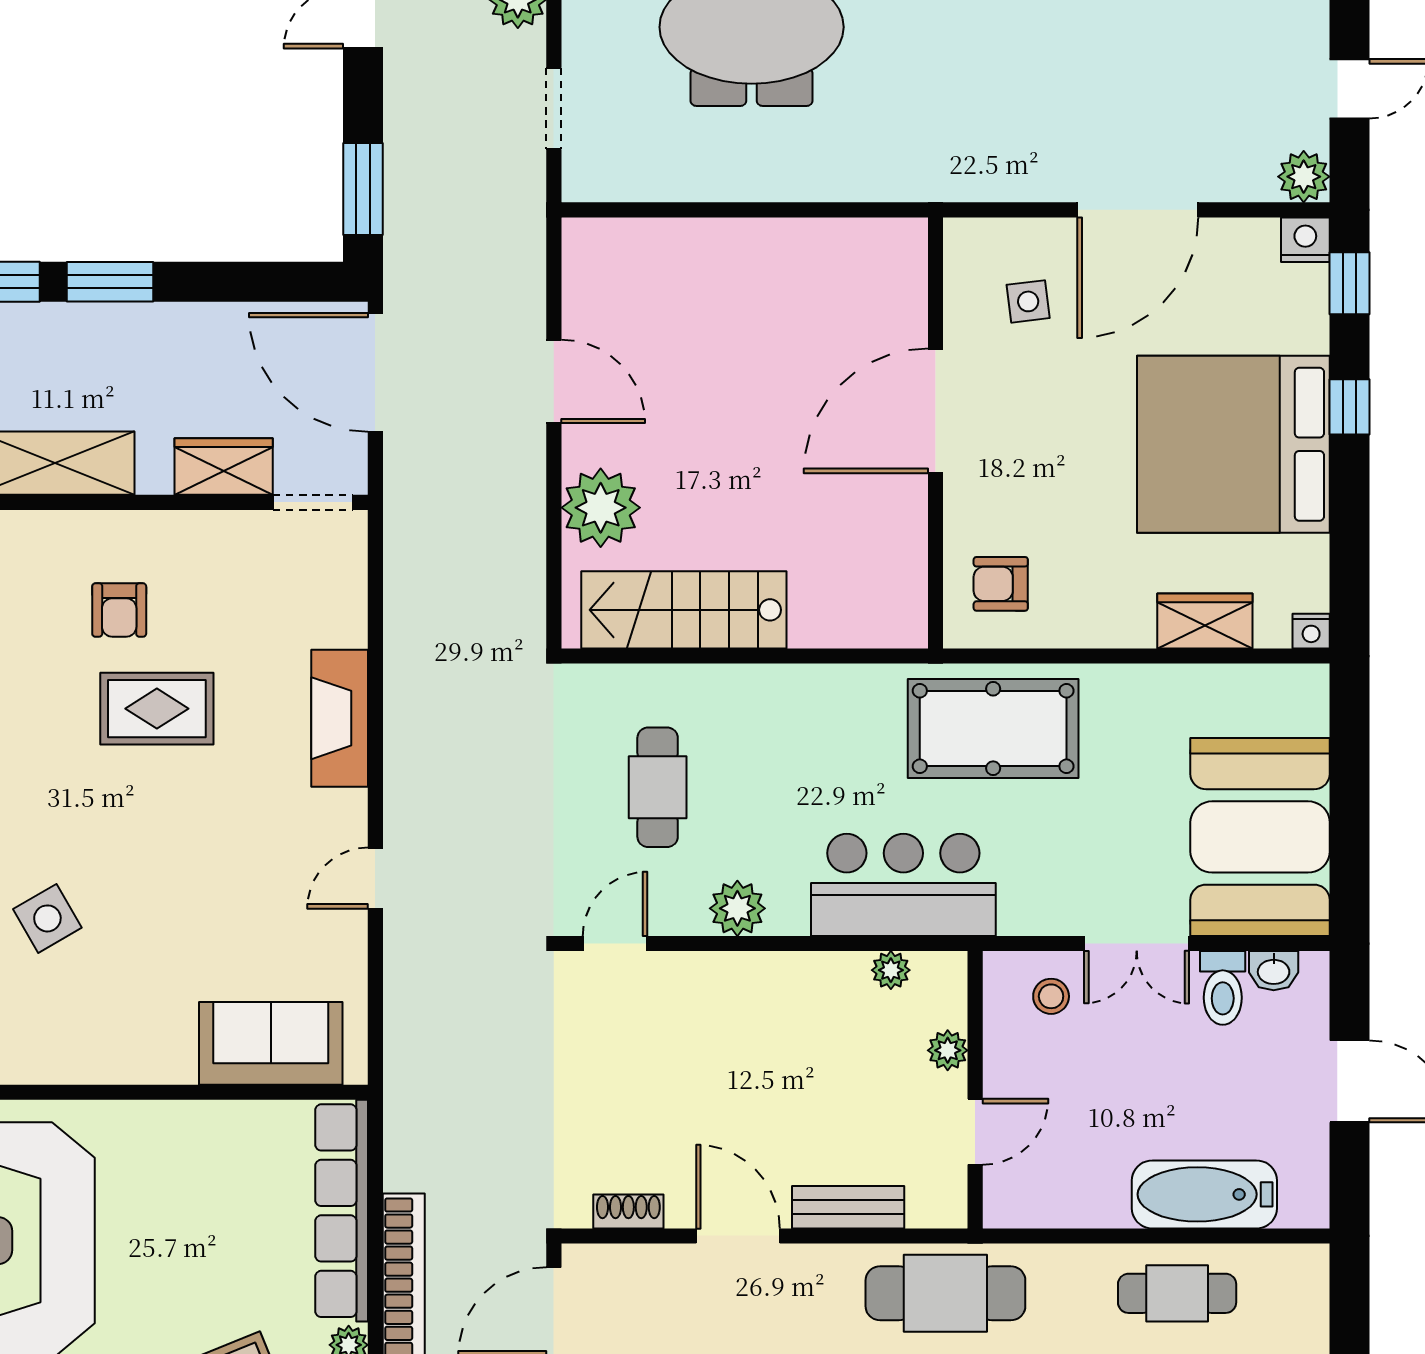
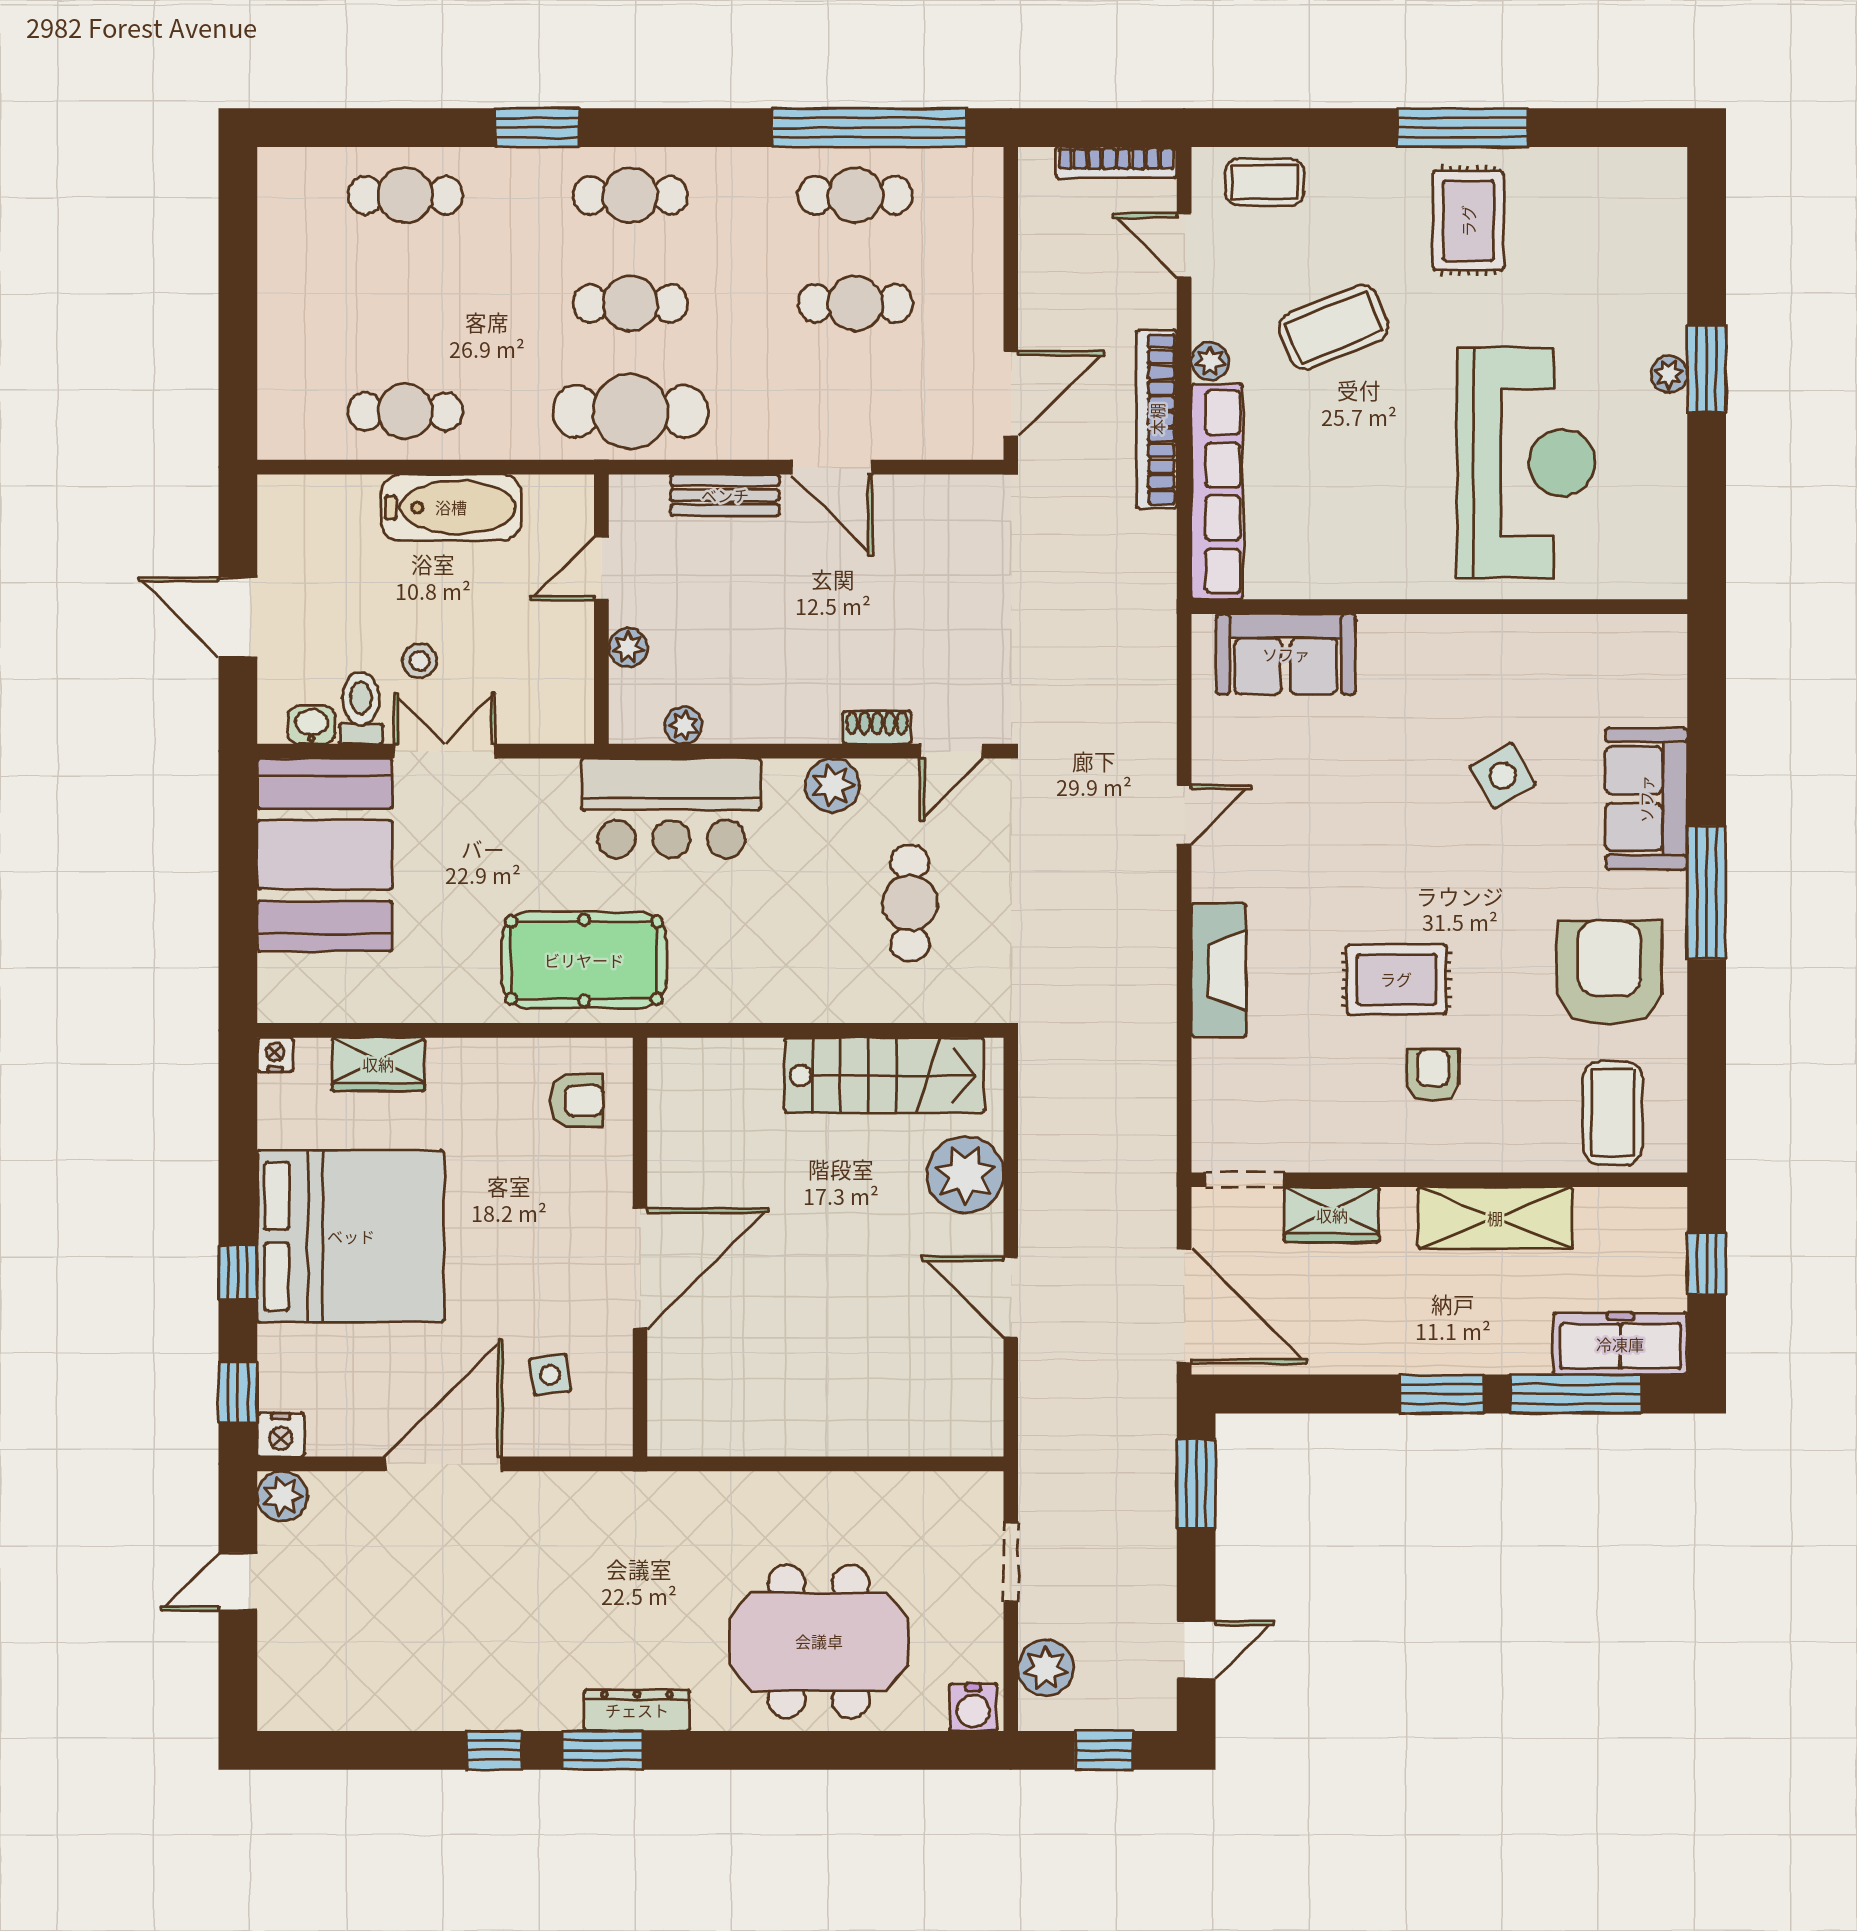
stool: (1051, 996) -> (420, 661), moved
bathtub: (1204, 1194) -> (451, 507), moved
shoe rack: (628, 1212) -> (877, 727), moved, turned 180

